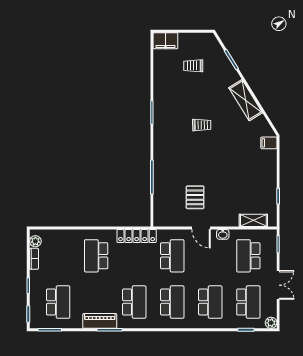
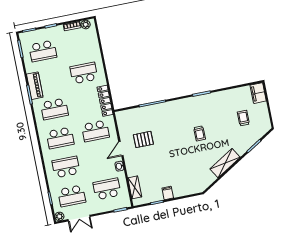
filing cabinet: (269, 143) -> (168, 193), moved
double door: (278, 285) -> (79, 218), moved
school desk: (210, 302) -> (66, 167), turned 180

